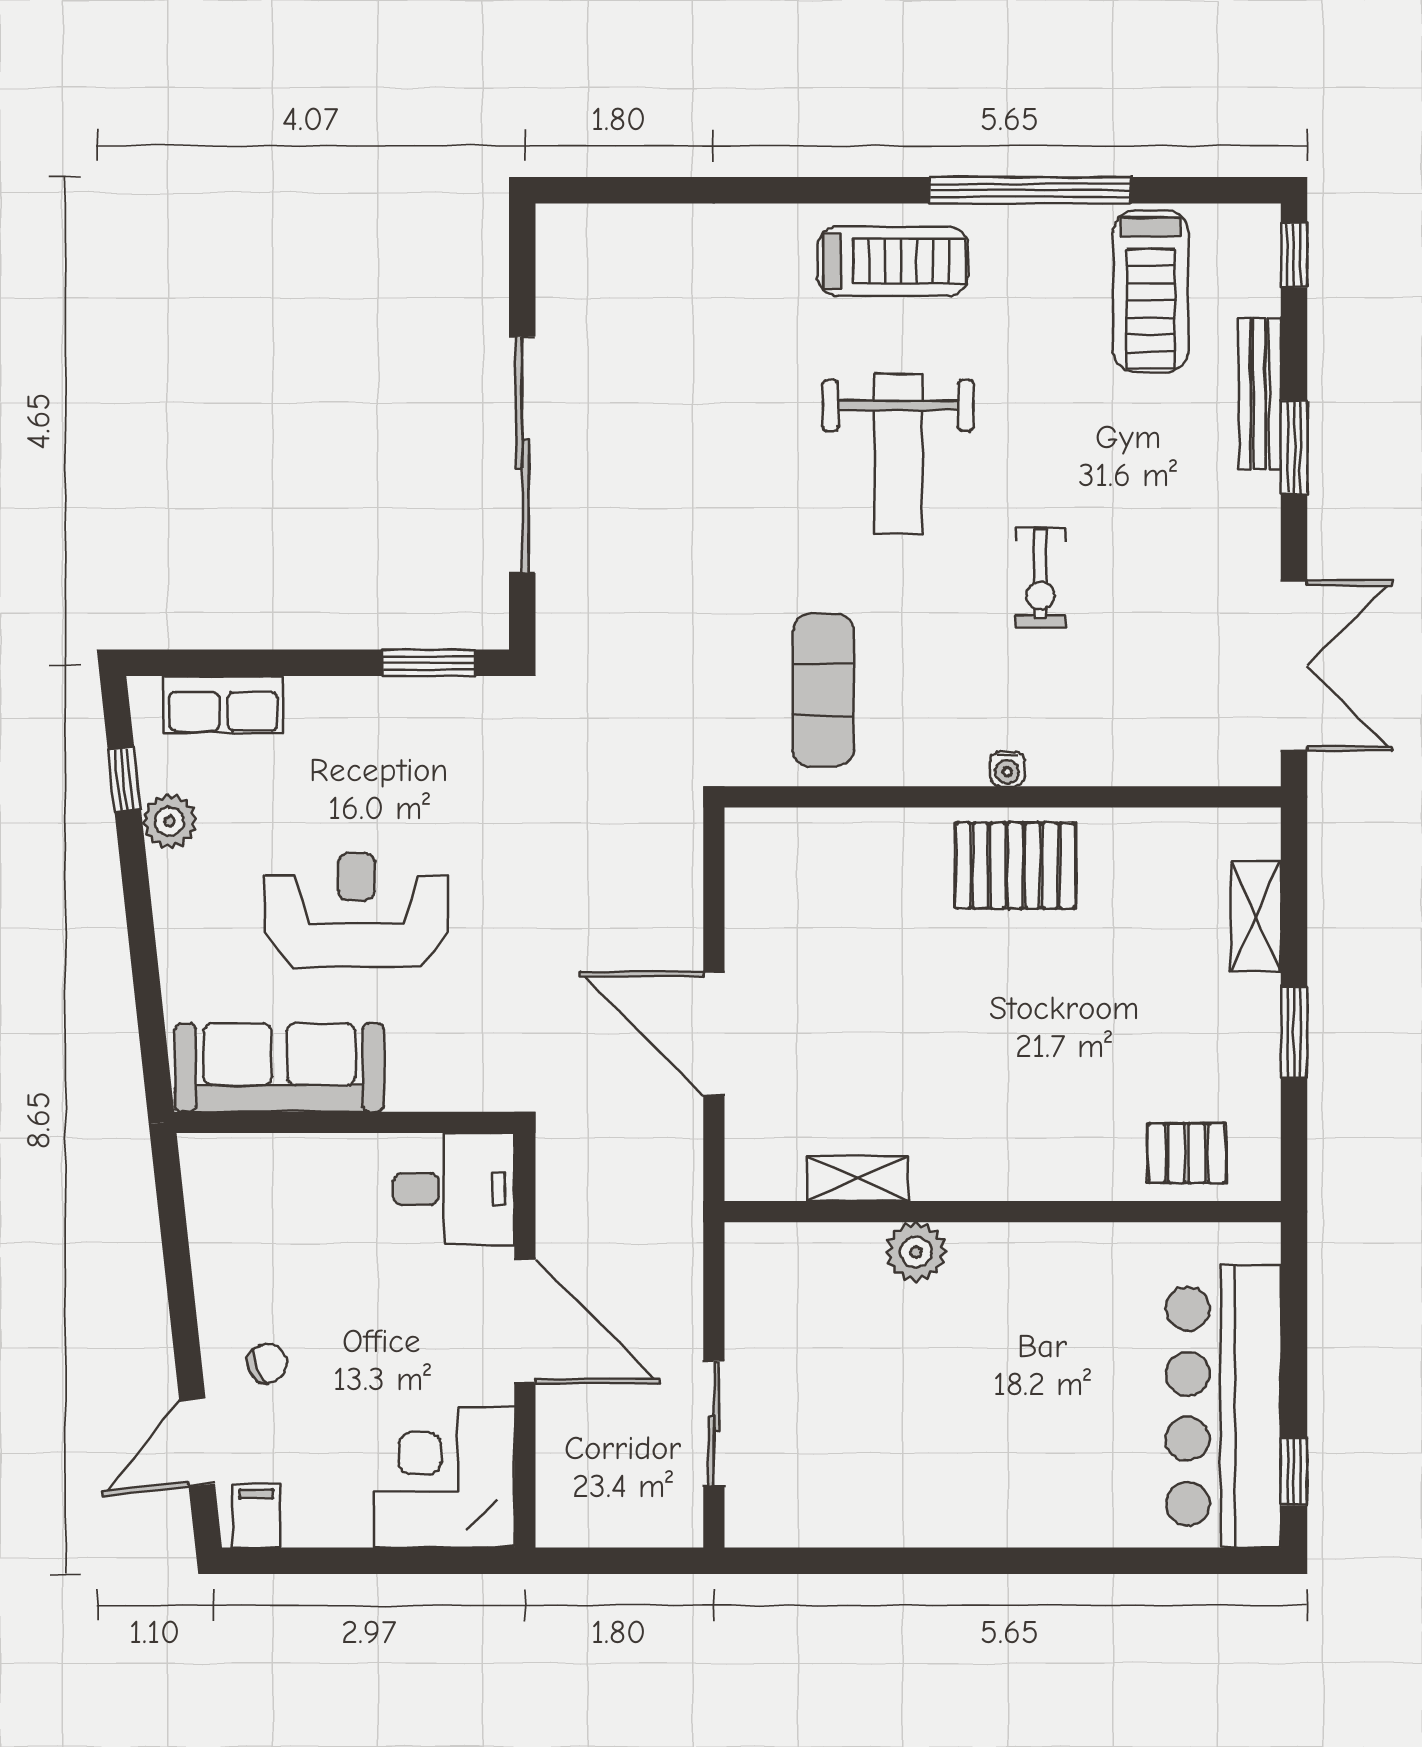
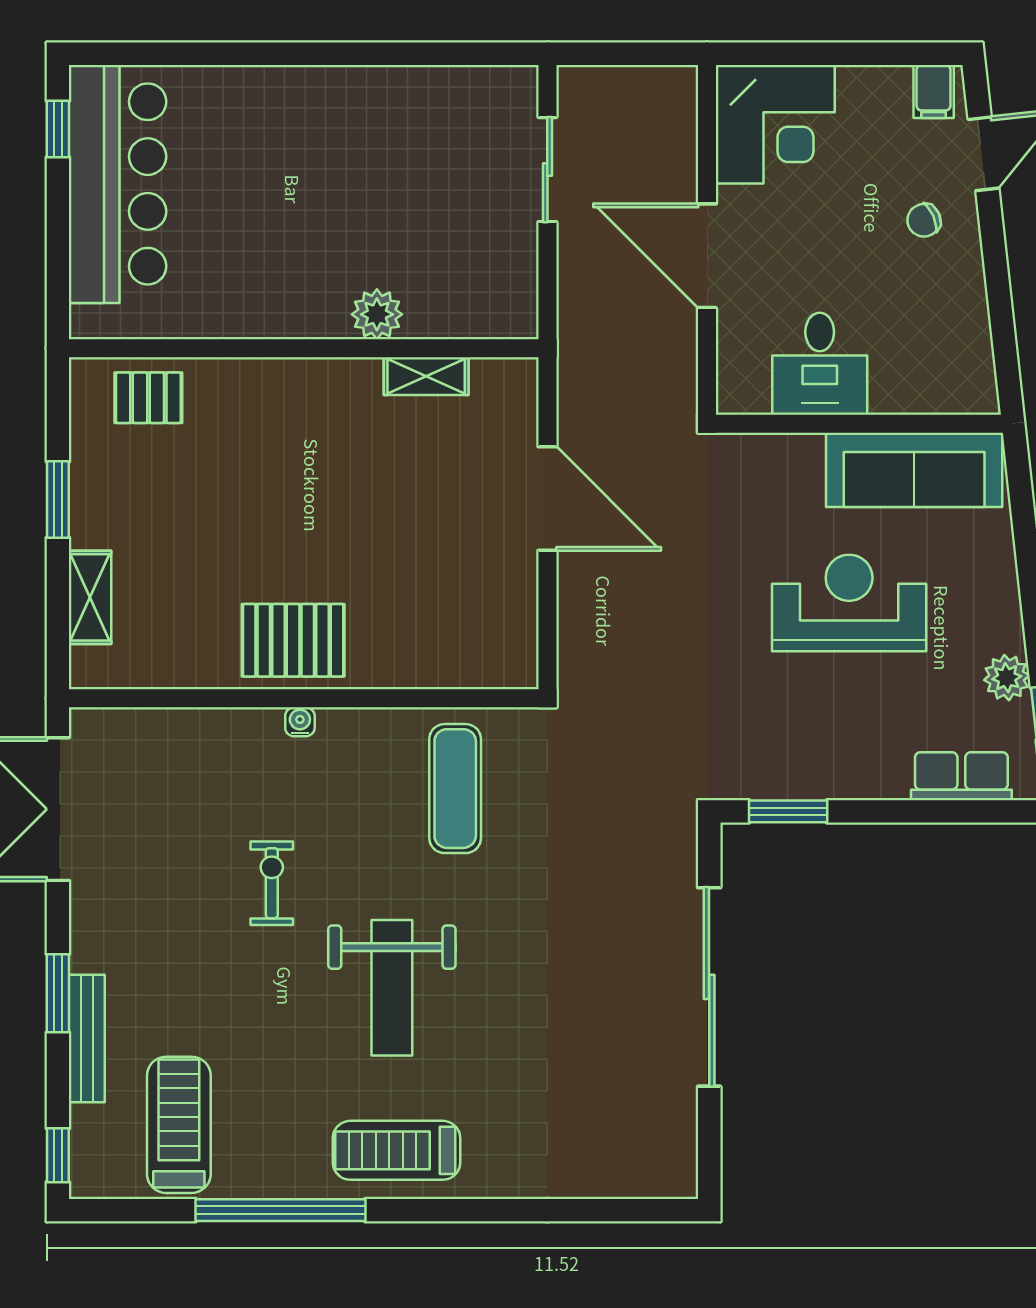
weight bench: (898, 454) -> (392, 988), turned 180
reception desk: (356, 910) -> (849, 603), turned 180
desk: (454, 1189) -> (820, 364), moved, turned -90

